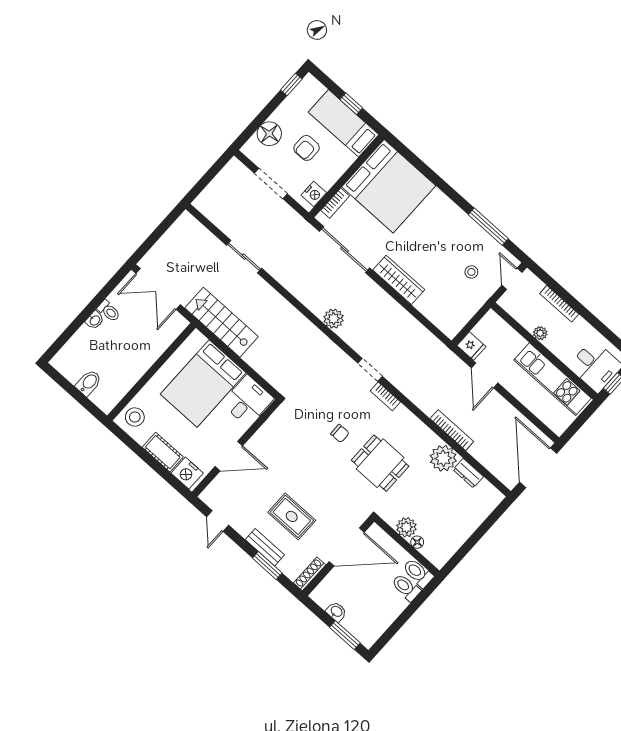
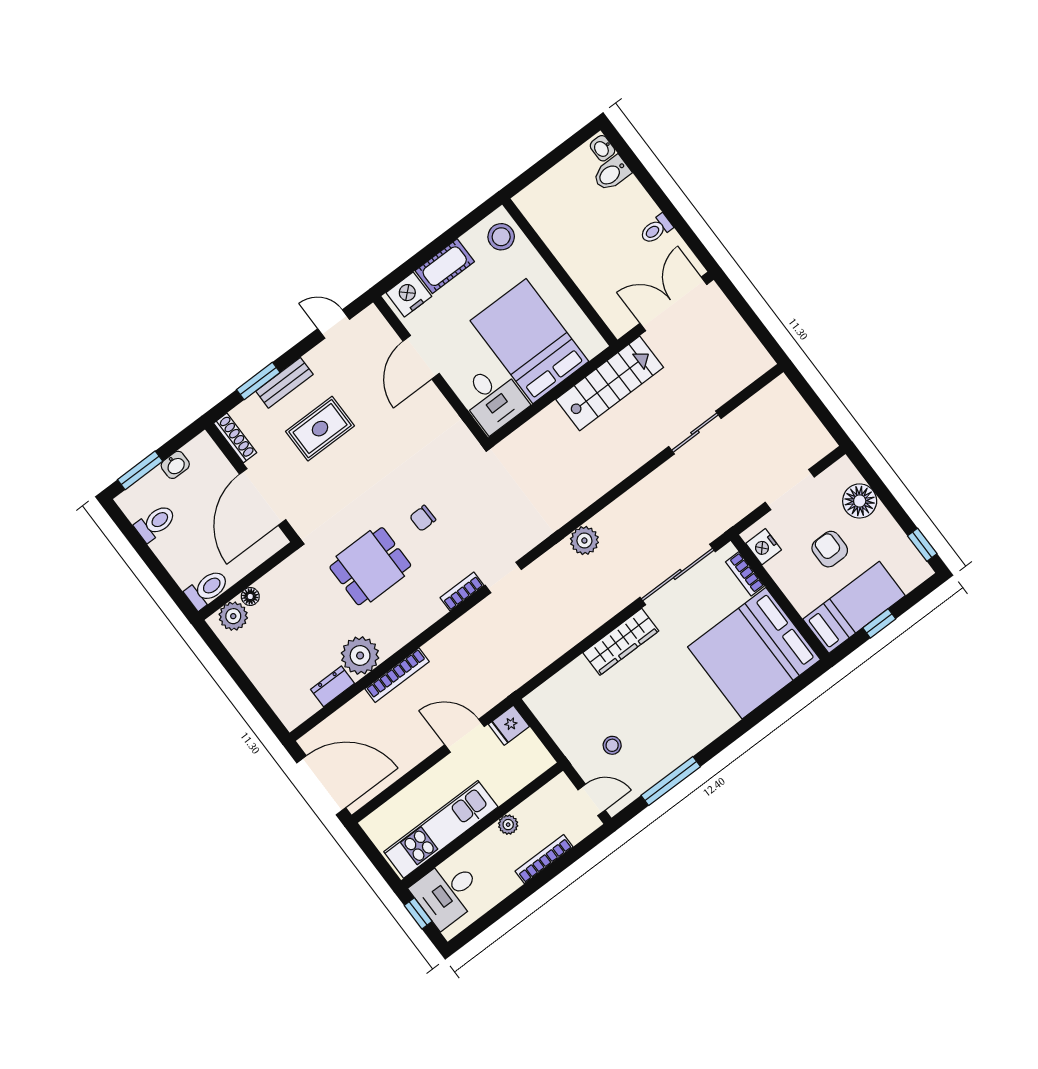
washbasin: (95, 320) -> (602, 148), moved
bidet: (89, 383) -> (612, 173), moved, turned 90
plant: (406, 527) -> (233, 616), moved
toilet: (406, 587) -> (155, 523), moved

